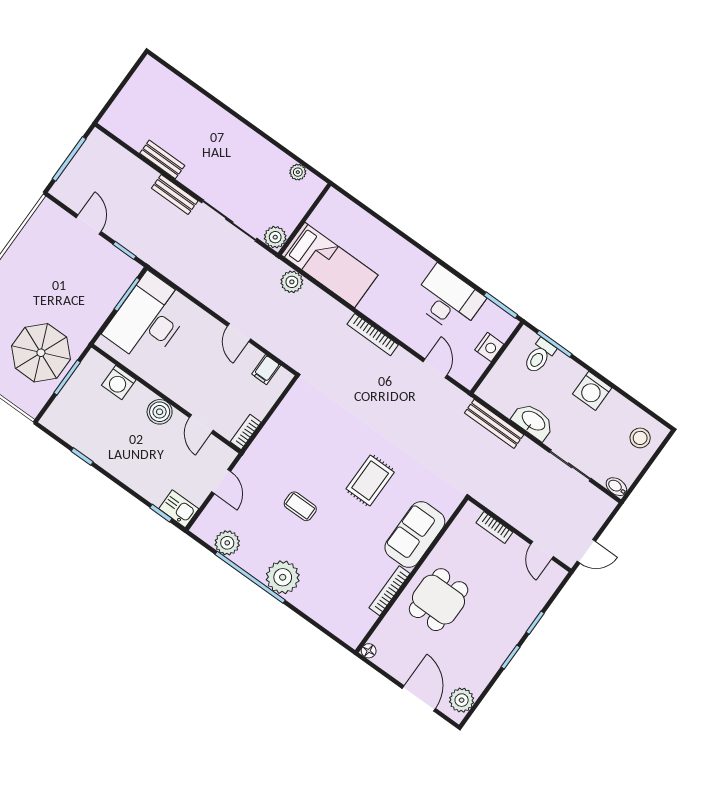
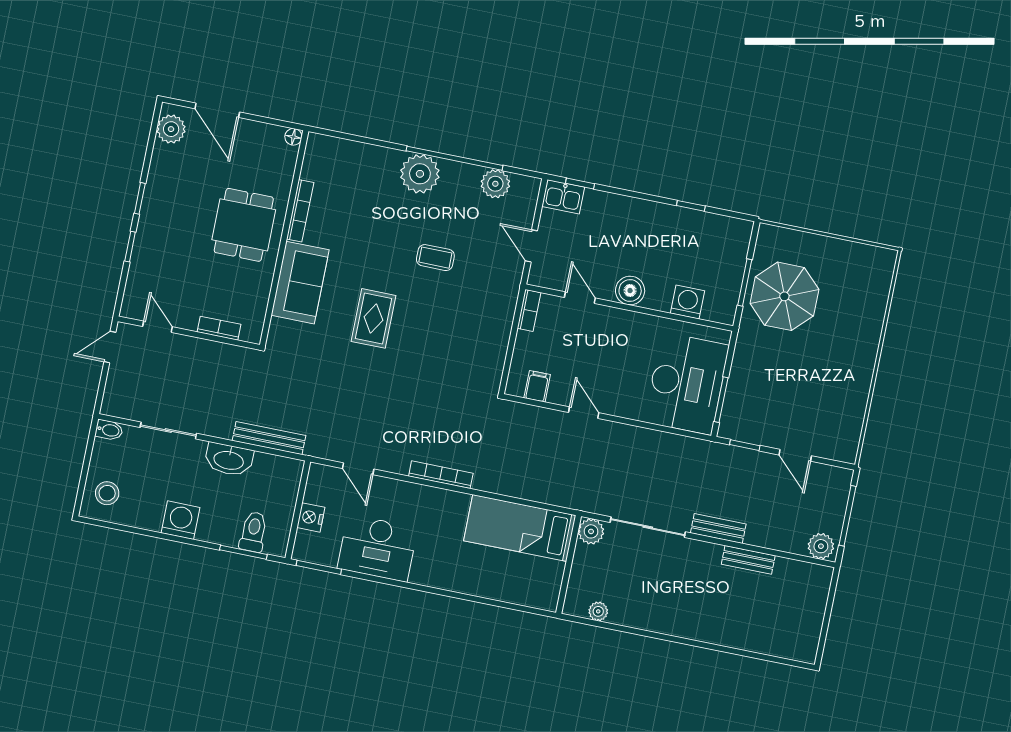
plant: (292, 282) -> (821, 546), moved

